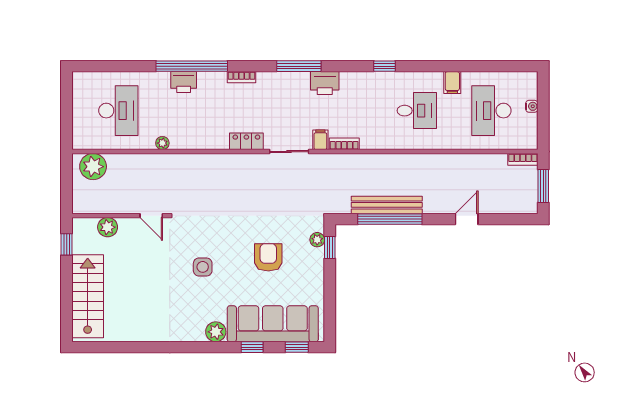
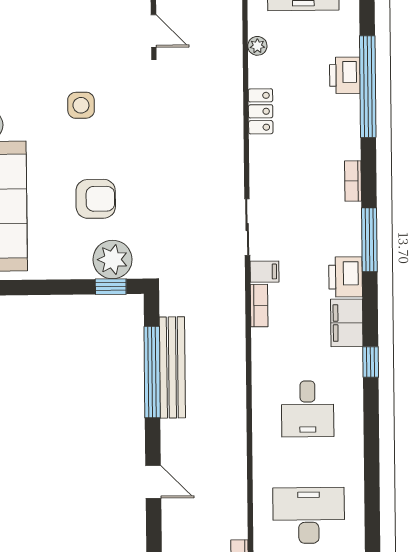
bookcase: (242, 77) -> (353, 181), moved
filing cabinet: (452, 83) -> (347, 323), moved, width x2.00
locker: (246, 141) -> (261, 111), moved
door: (151, 216) -> (154, 31), swing flipped
plant: (317, 240) -> (113, 260), width x1.88, depth x1.88

